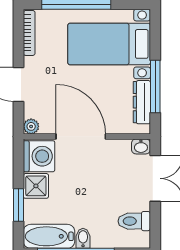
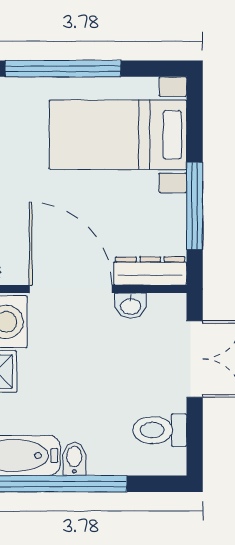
dresser: (142, 102) -> (150, 271), moved, turned 90
washbasin: (141, 146) -> (131, 306), moved

